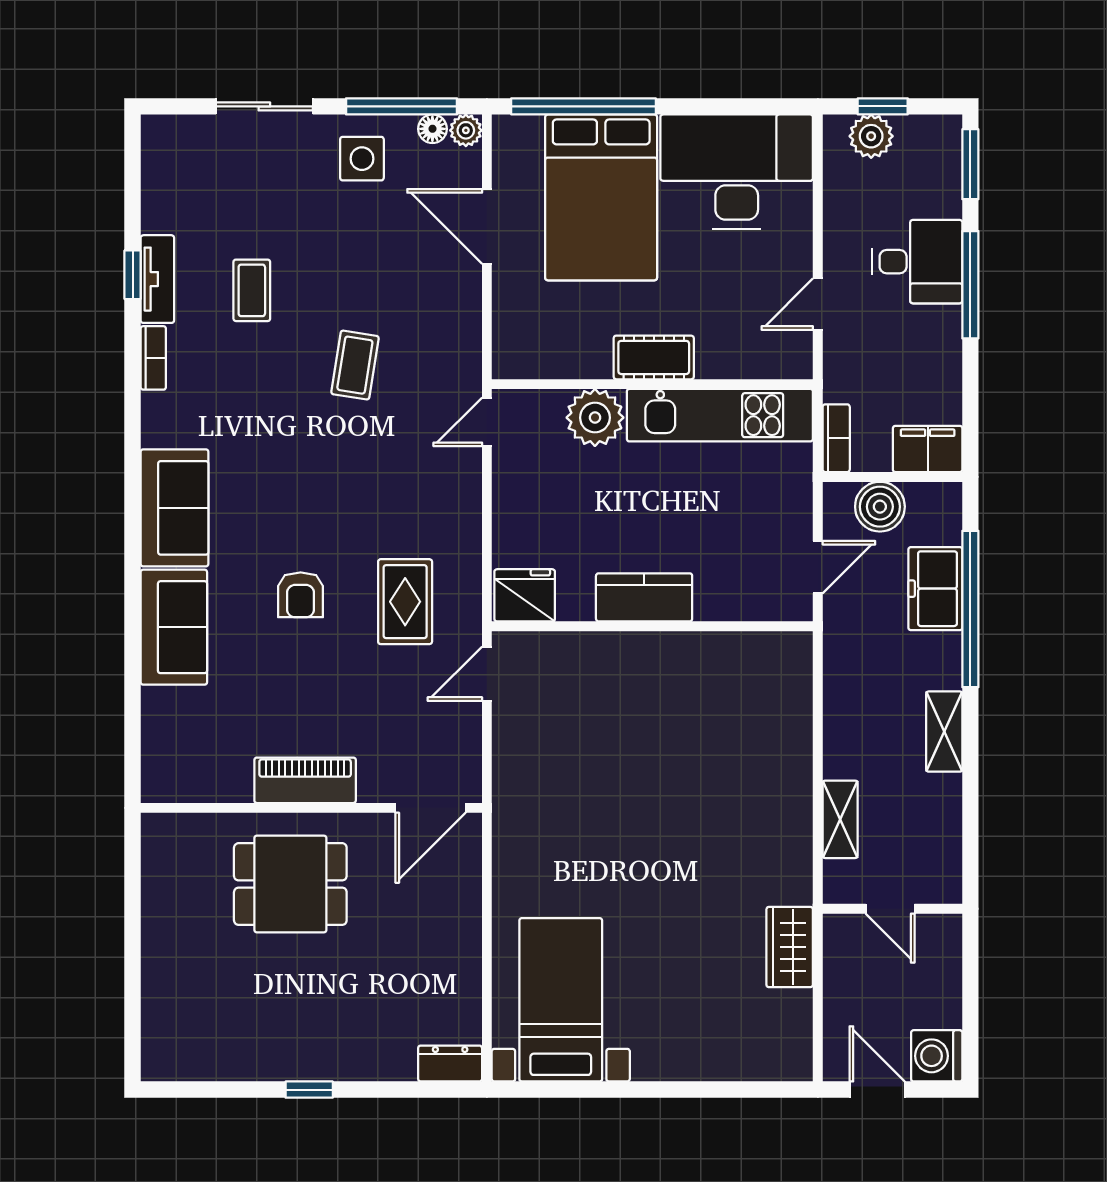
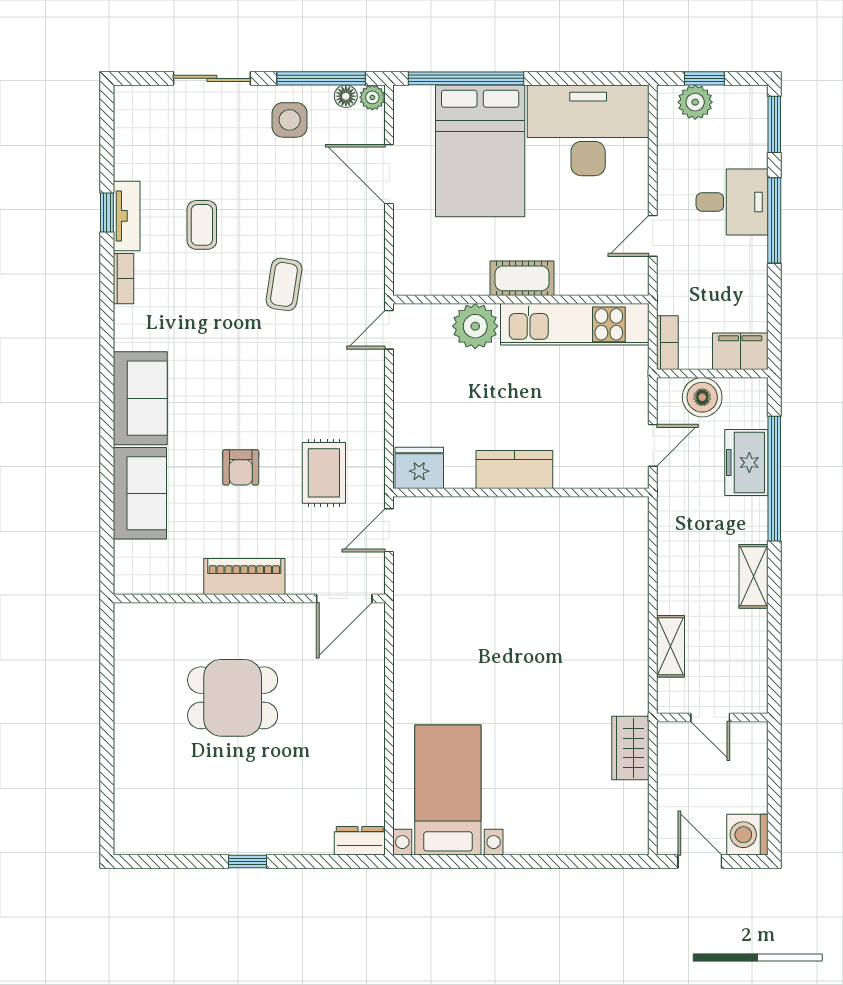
piano: (305, 780) -> (244, 577), moved
wall: (311, 808) -> (249, 599), moved
door: (430, 808) -> (344, 599), moved

